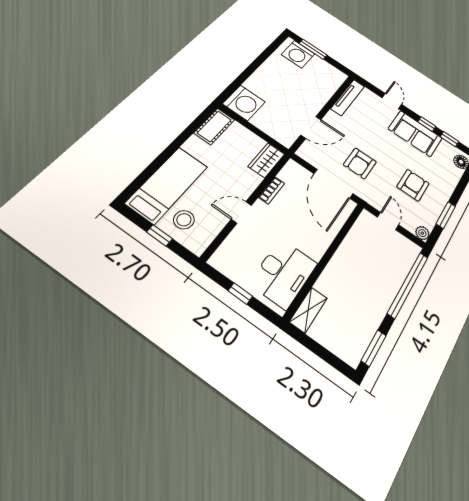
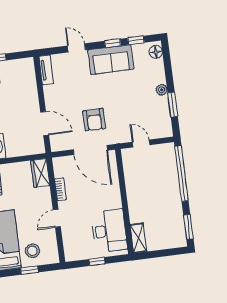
tv unit: (348, 97) -> (46, 70), width x0.71
door: (311, 127) -> (45, 124), hinge flipped
armchair: (413, 185) -> (138, 103), removed
plant: (422, 233) -> (162, 90), moved

